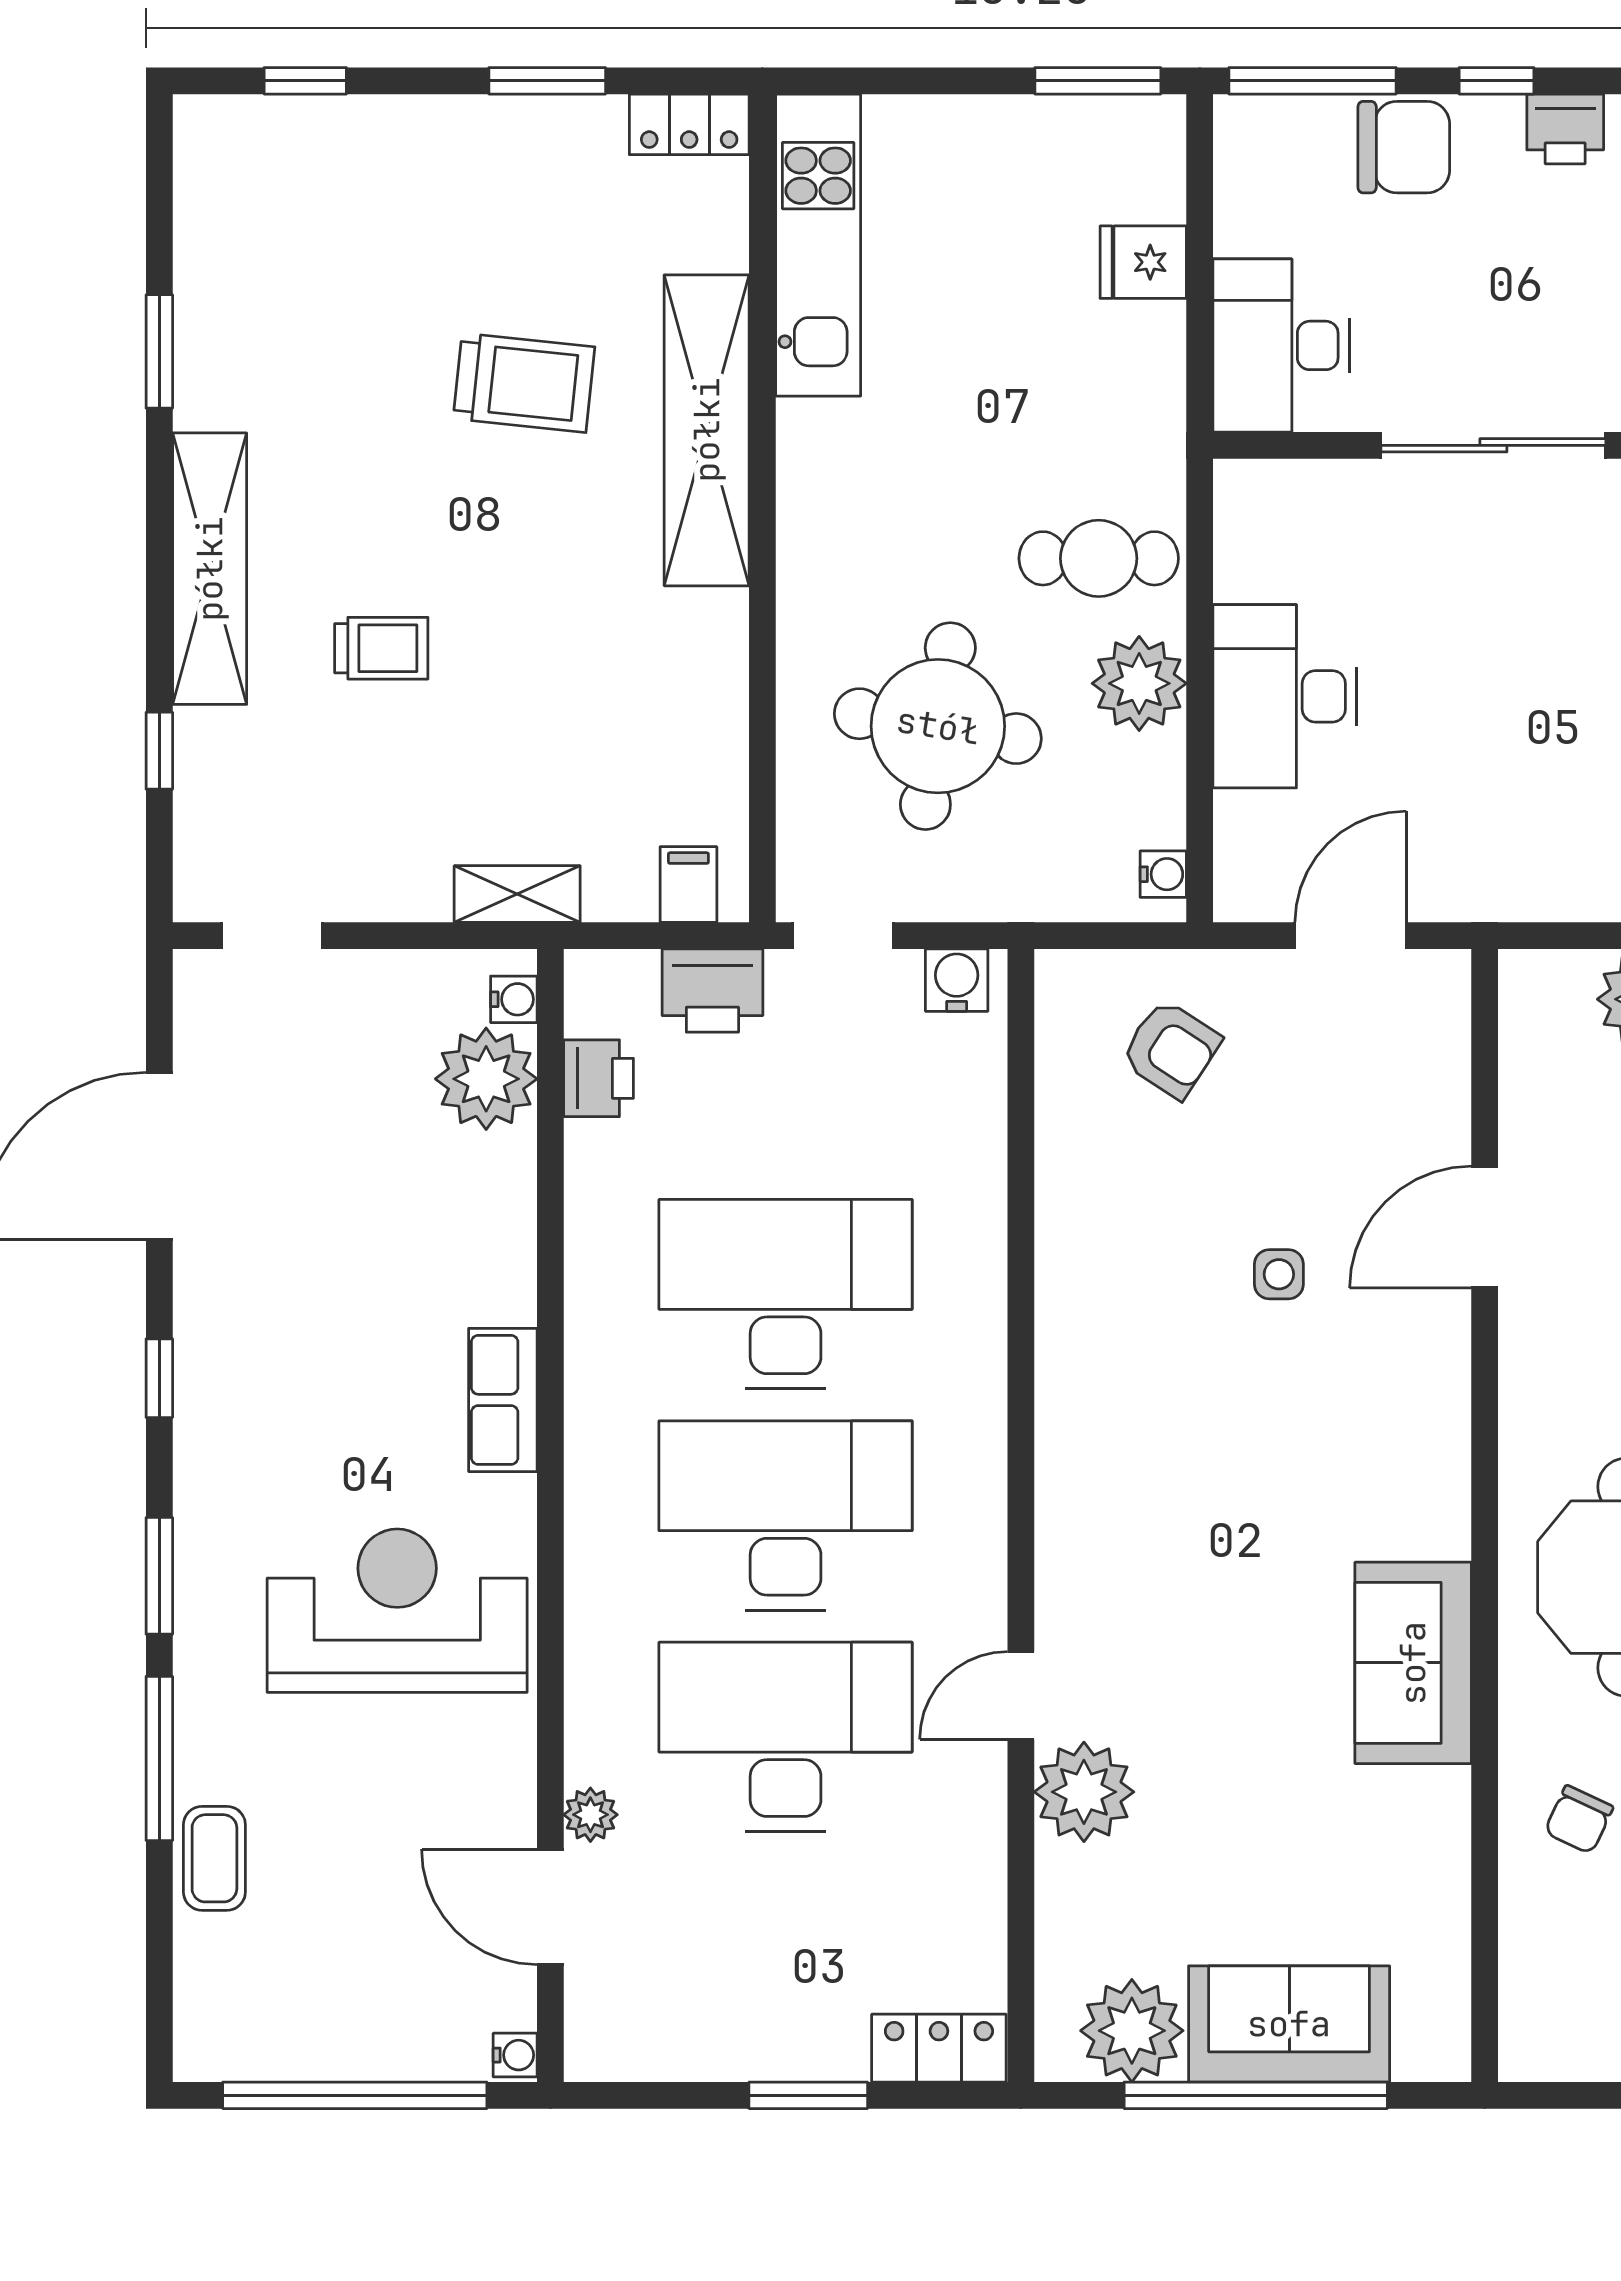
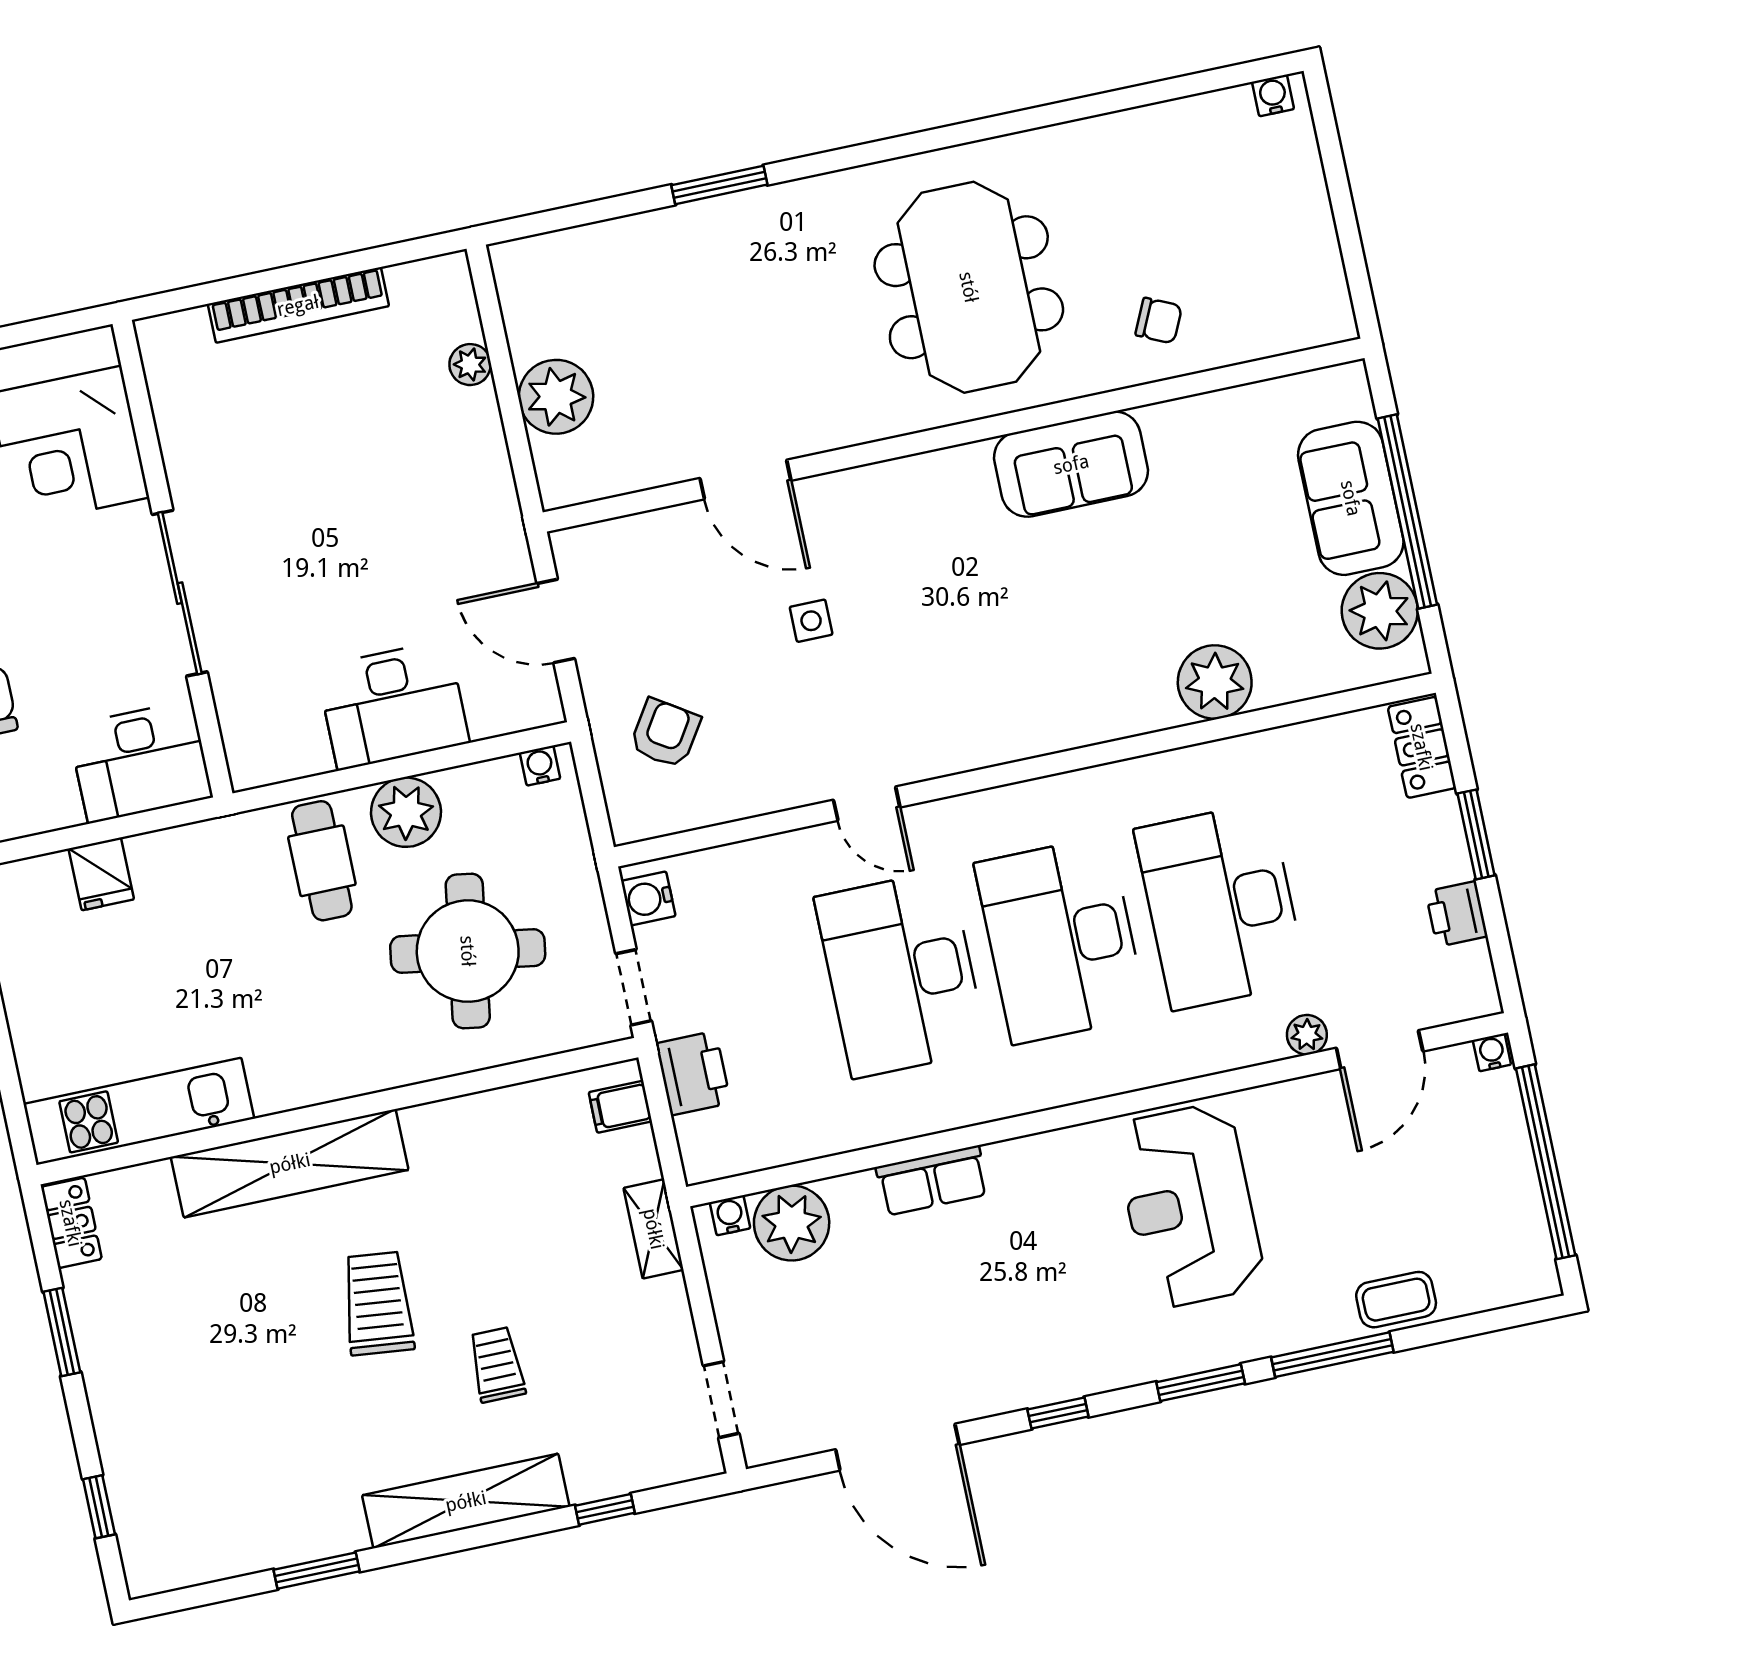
trolley: (524, 383) -> (378, 1304), moved
printer: (599, 1078) -> (1457, 914), moved, turned -90
row of seats: (503, 1400) -> (932, 1181), moved
door: (1021, 1695) -> (867, 804), moved

